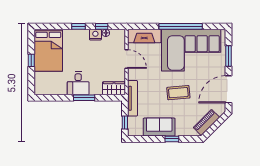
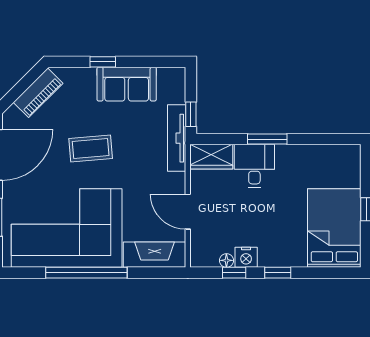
desk: (78, 83) -> (254, 166), moved
window: (125, 123) -> (191, 114), moved

